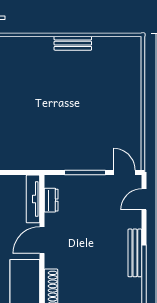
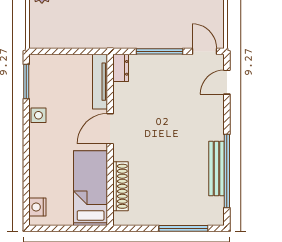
dresser: (51, 200) -> (121, 68), moved
bench: (135, 253) -> (217, 168), moved

